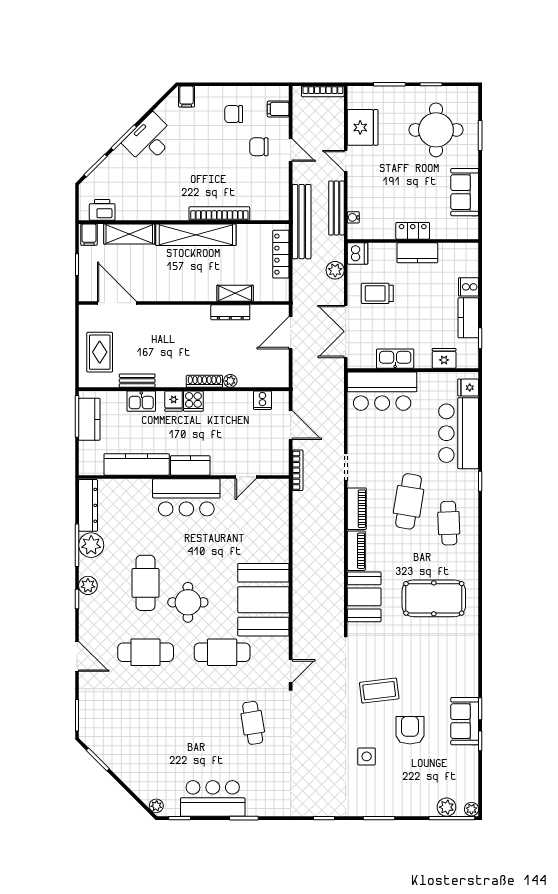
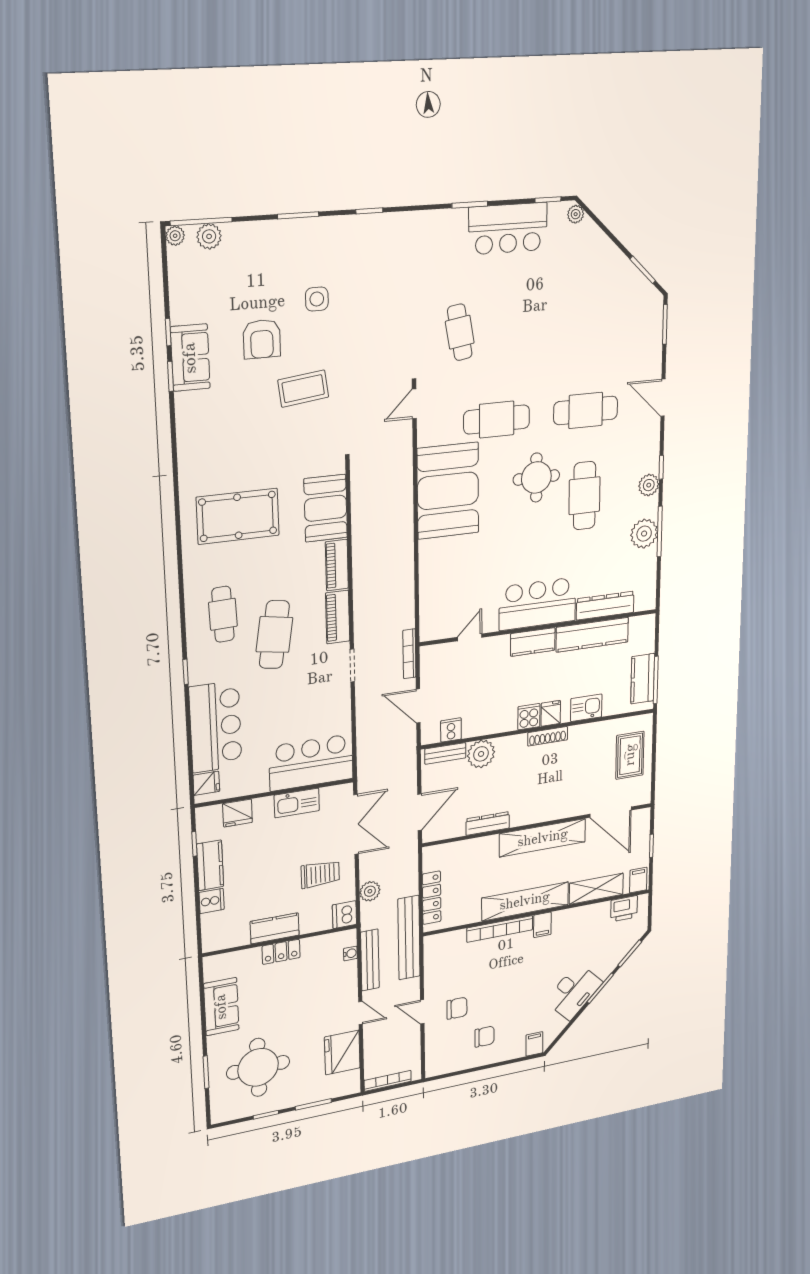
filing cabinet: (278, 109) -> (542, 925), moved, turned 90
shelving: (235, 293) -> (543, 838), moved, width x2.20, depth x1.33
bench: (137, 381) -> (445, 753), moved
shoe rack: (204, 381) -> (548, 736), moved
plant: (230, 381) -> (481, 754), width x1.88, depth x1.88
dresser: (88, 505) -> (605, 606), moved, turned 90

